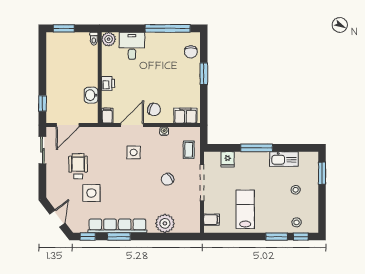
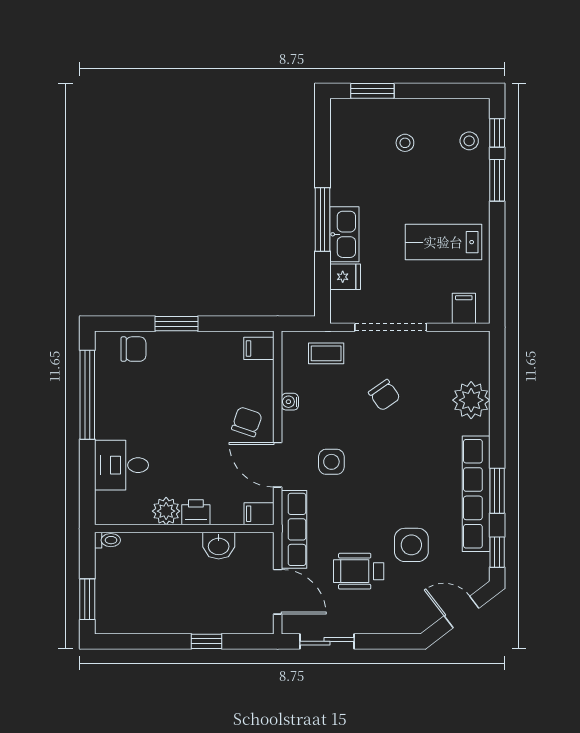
plant: (109, 39) -> (166, 511), moved
window: (42, 103) -> (206, 641), moved
filing cabinet: (185, 116) -> (259, 348), width x0.50
row of seats: (99, 133) -> (294, 529), added
kitchen sink: (284, 159) -> (344, 234), moved

